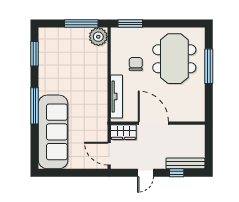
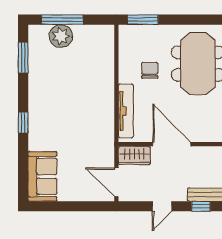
window: (81, 23) -> (62, 20), moved
plant: (98, 37) -> (61, 36), moved
window: (34, 106) -> (23, 123), width x0.46
sofa: (53, 132) -> (42, 176), width x0.54, depth x0.79

